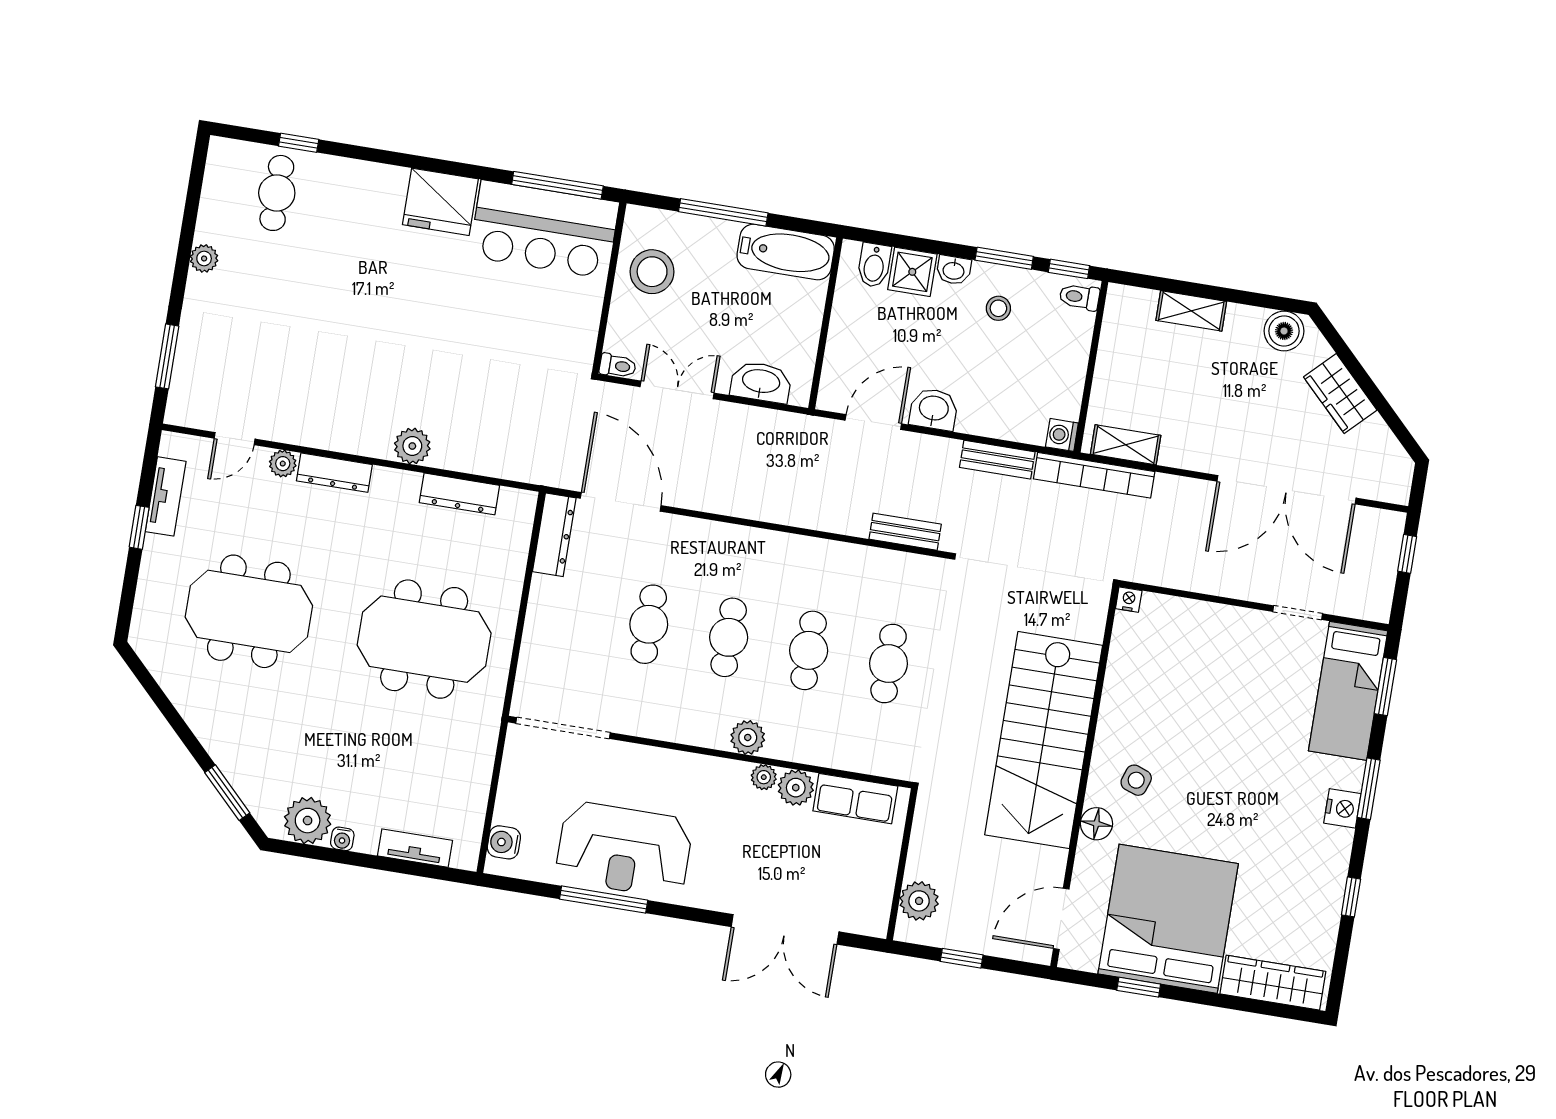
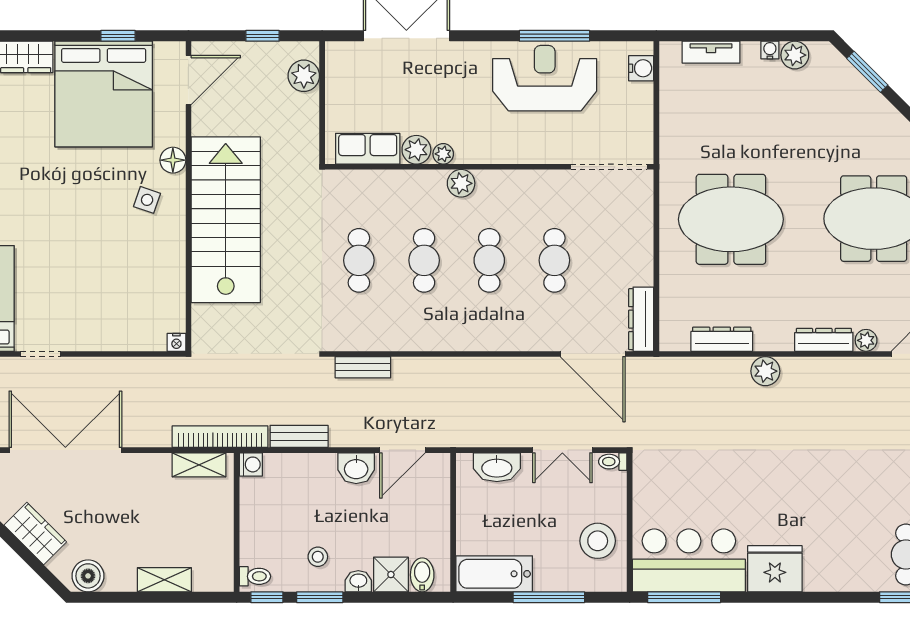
plant: (308, 821) -> (795, 55), width x0.73, depth x0.73

